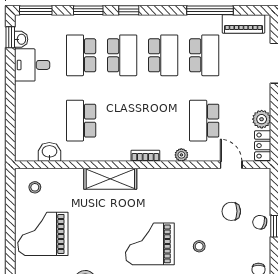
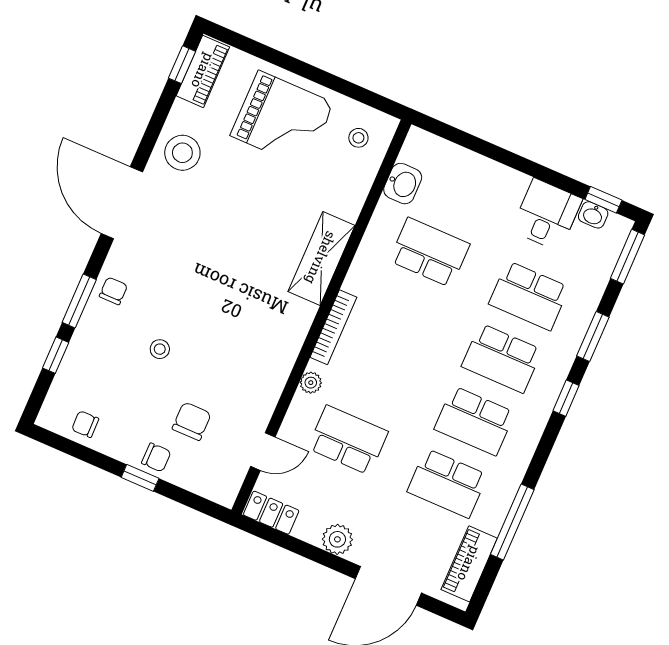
school desk: (81, 55) -> (529, 296), turned 180
plant: (262, 119) -> (337, 539), moved
bookcase: (145, 156) -> (333, 327), width x1.56
chair: (260, 222) -> (156, 457), turned 75
grand piano: (43, 234) -> (282, 119), turned 90
grand piano: (150, 244) -> (196, 275), removed

